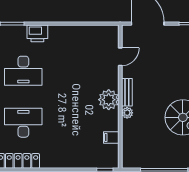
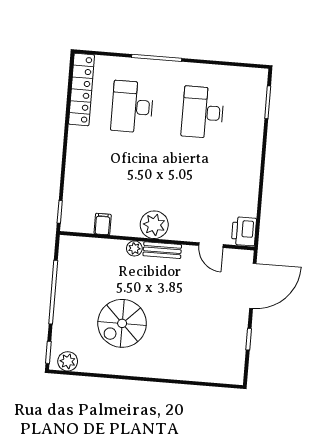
printer: (37, 33) -> (244, 231), moved
desk: (23, 123) -> (132, 107), turned 180

